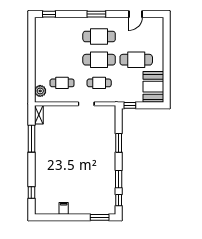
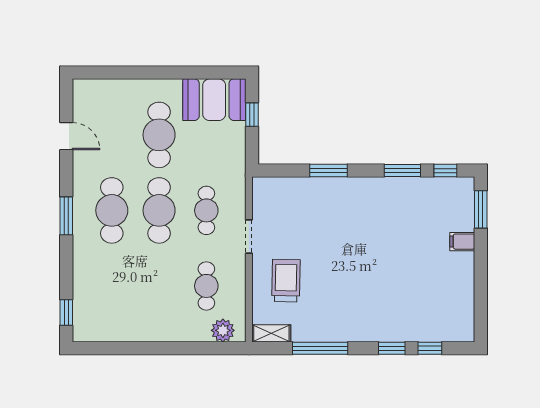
window: (130, 105) -> (252, 115), moved
trolley: (65, 122) -> (286, 281), added
window: (31, 174) -> (392, 348), added
filing cabinet: (64, 208) -> (462, 242), moved

